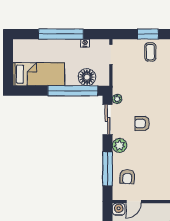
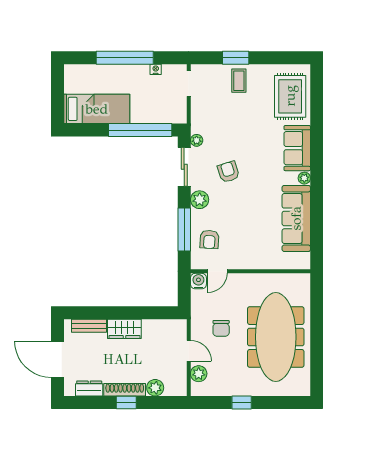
floor lamp: (87, 77) -> (158, 113), removed
armchair: (142, 124) -> (228, 172), turned 72

